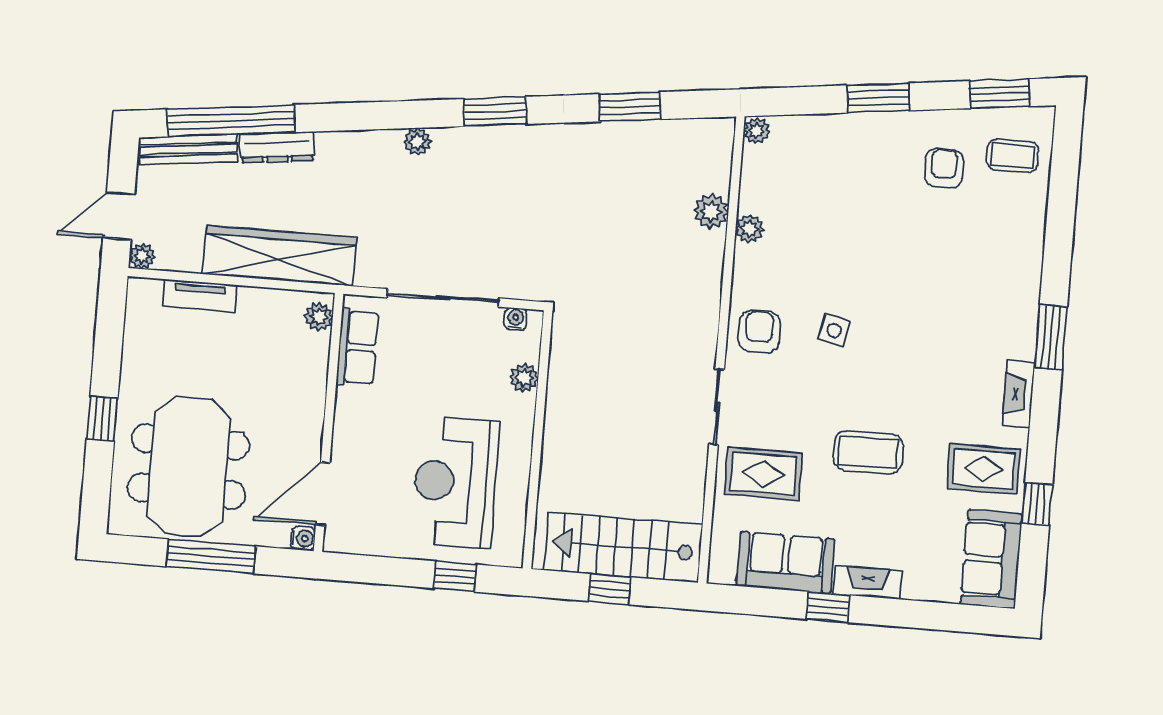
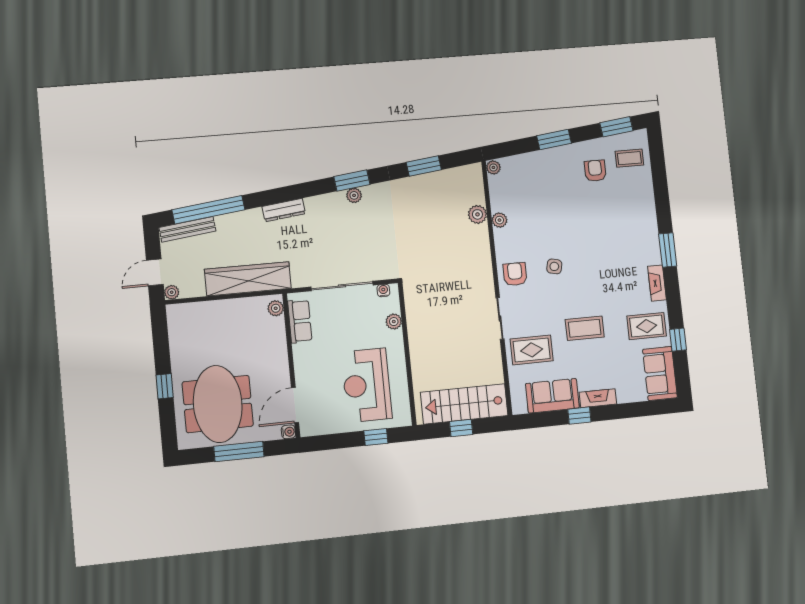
plant: (417, 142) -> (354, 195), moved
dresser: (277, 147) -> (284, 210), moved
tv unit: (200, 296) -> (208, 308), removed

